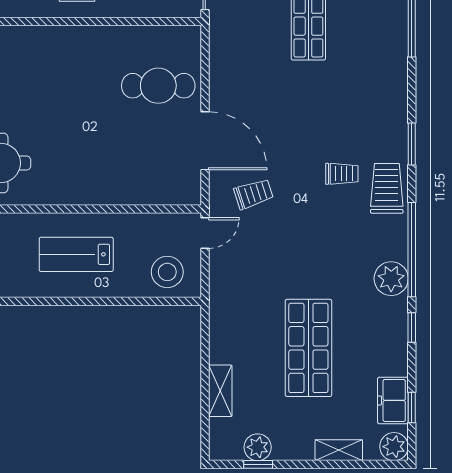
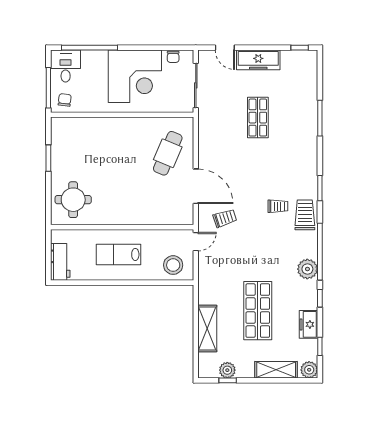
cafe table: (158, 86) -> (168, 153), turned -67
shelving: (220, 391) -> (207, 329), width x1.50, depth x1.33
freezer: (393, 400) -> (309, 324), moved
shelving: (339, 450) -> (276, 370), width x1.50, depth x1.33

